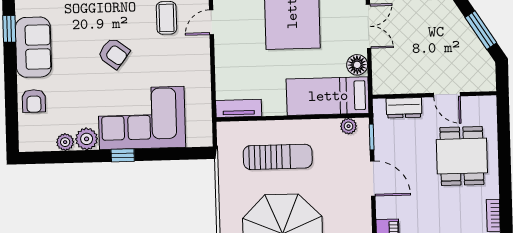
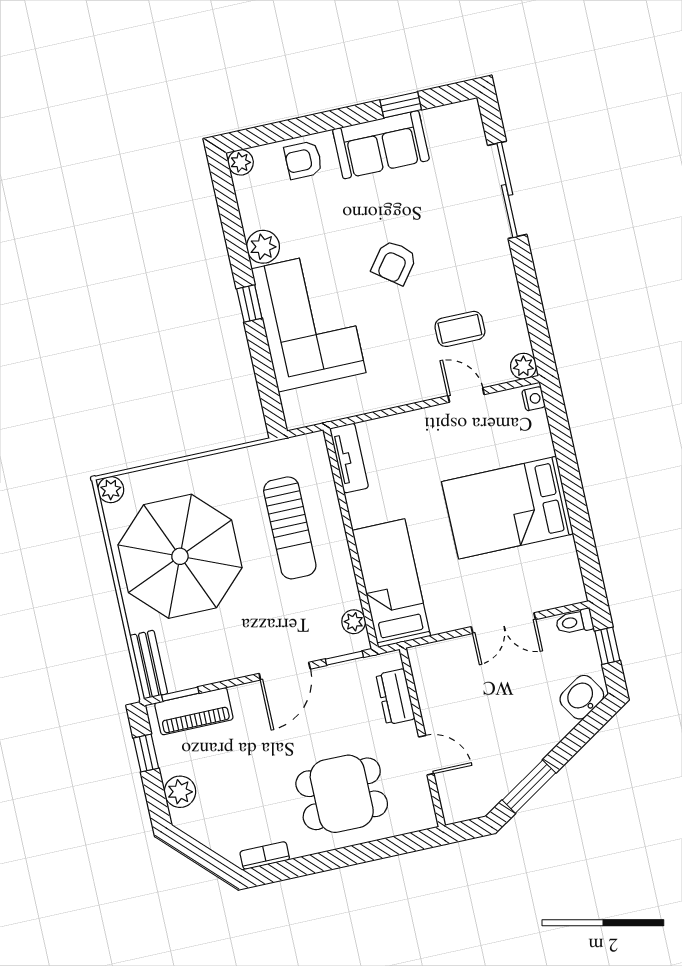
floor lamp: (357, 65) -> (445, 617), removed
door: (447, 95) -> (426, 755), swing flipped
plant: (65, 142) -> (241, 162), moved

